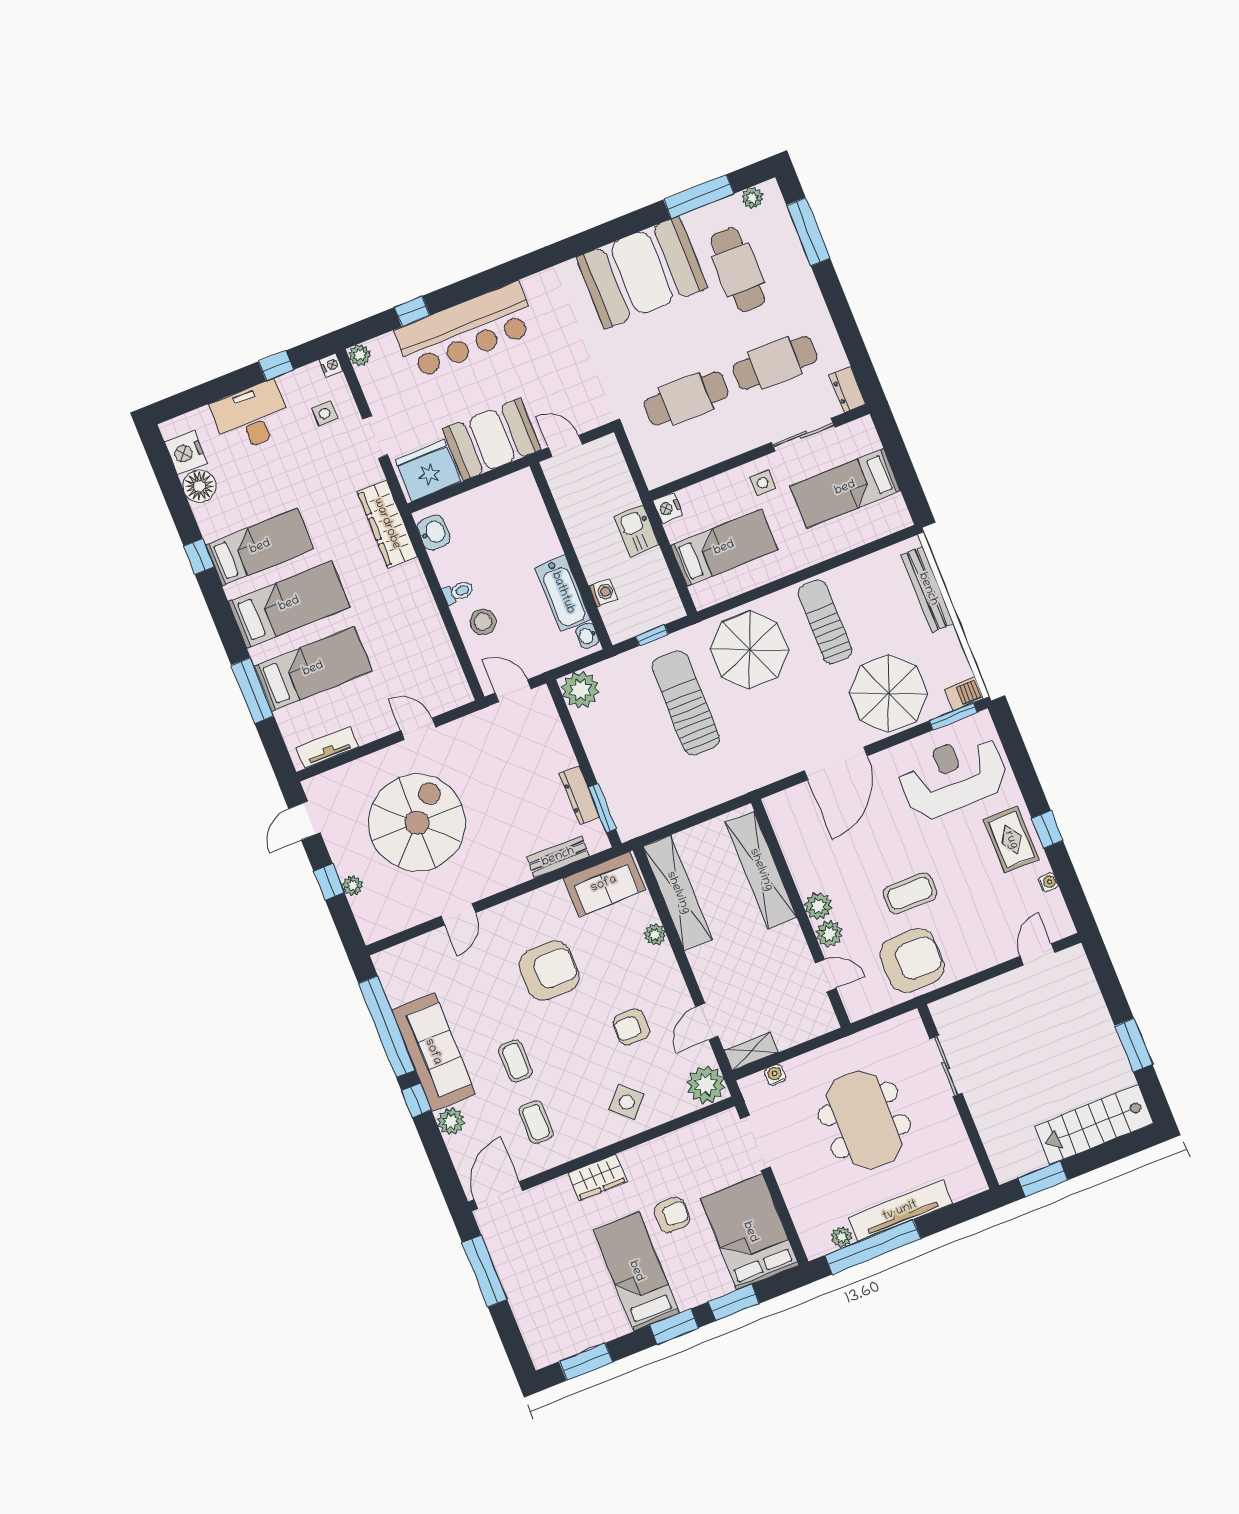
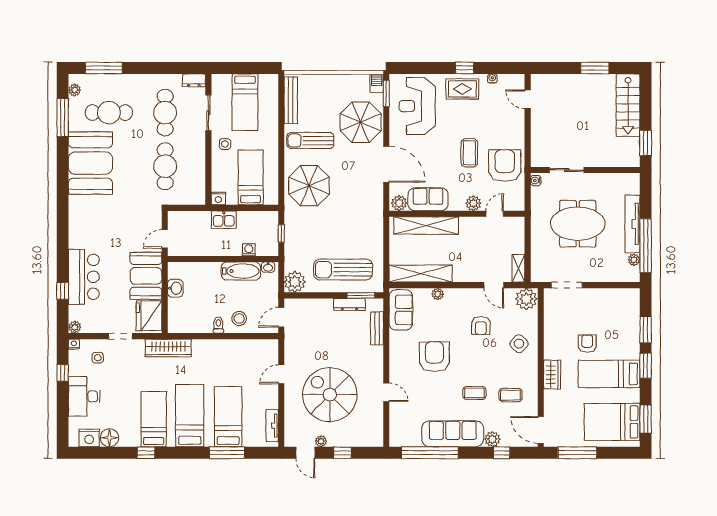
bar counter: (466, 330) -> (84, 277), width x0.73
washbasin: (434, 532) -> (175, 288), moved, turned 90
bench: (928, 589) -> (291, 100), moved, turned 90
sun lounger: (686, 703) -> (343, 270), moved
sofa: (806, 856) -> (428, 199), added
plant: (353, 885) -> (321, 441), moved
plant: (819, 906) -> (399, 203), moved
water cooler: (775, 1075) -> (536, 180), moved
window: (416, 1100) -> (502, 453), moved
bed: (750, 1232) -> (612, 422), moved

